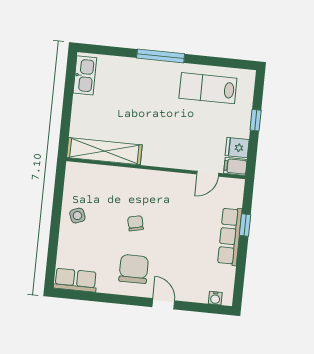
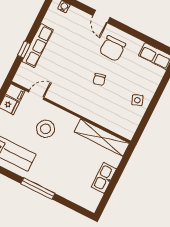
kitchen sink: (85, 75) -> (104, 178), moved
stool: (180, 135) -> (45, 129), added

